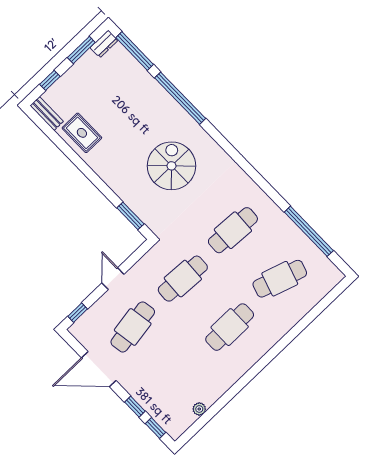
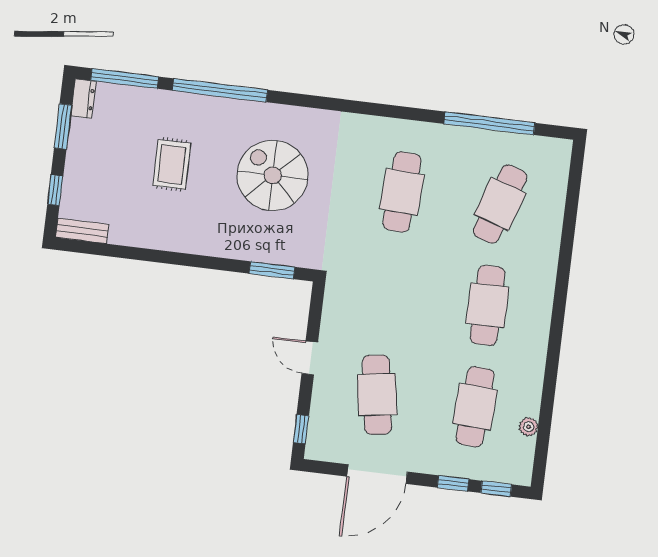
rug: (82, 133) -> (172, 164), moved, turned 90
cafe table: (183, 279) -> (475, 407), moved

